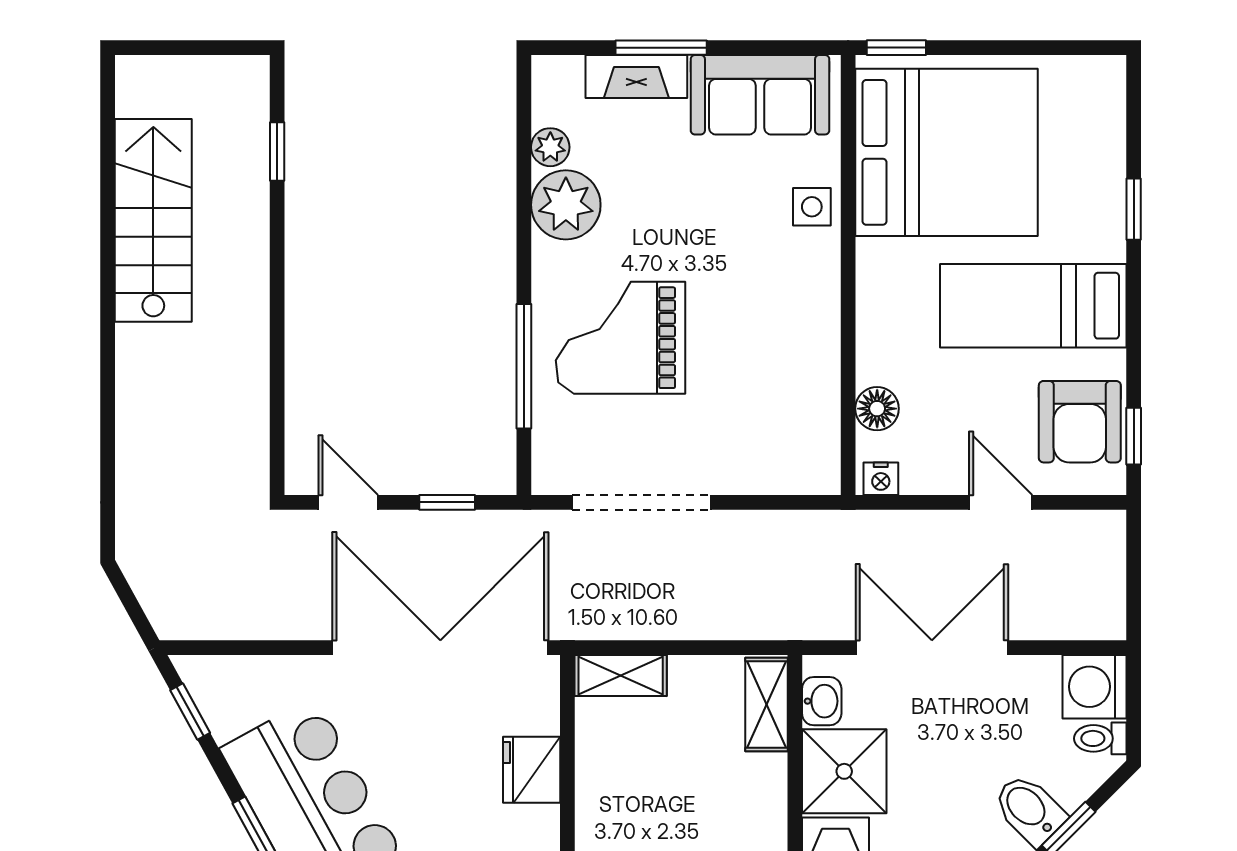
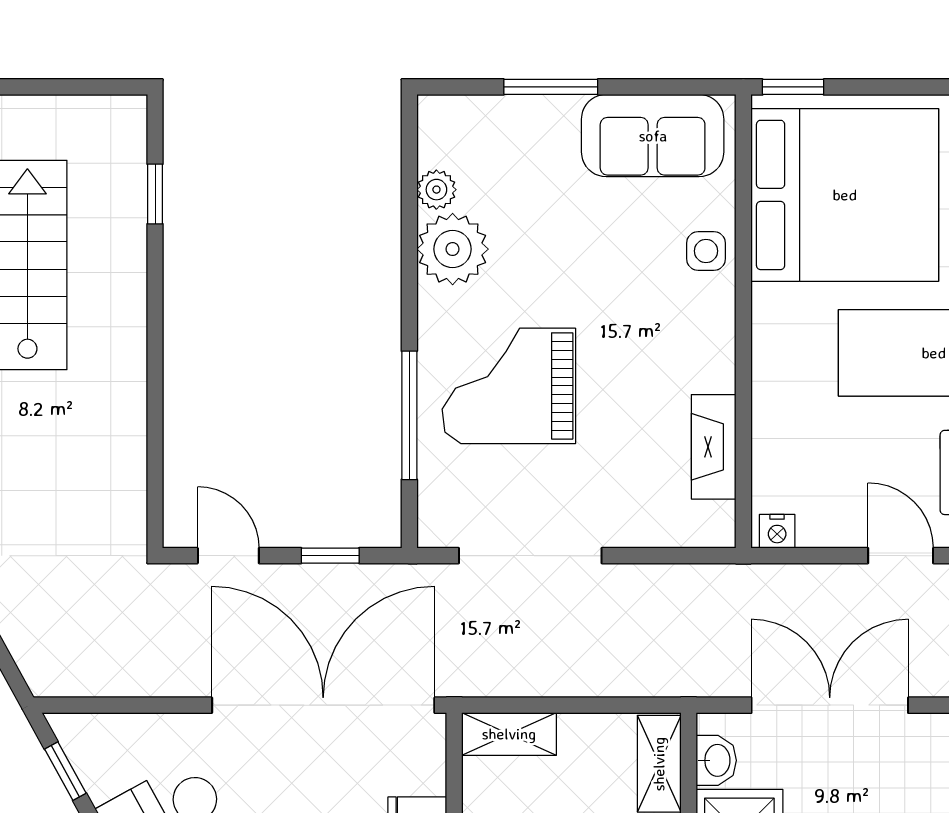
fireplace: (636, 76) -> (714, 447), moved, turned 90
floor lamp: (877, 409) -> (773, 459), removed

